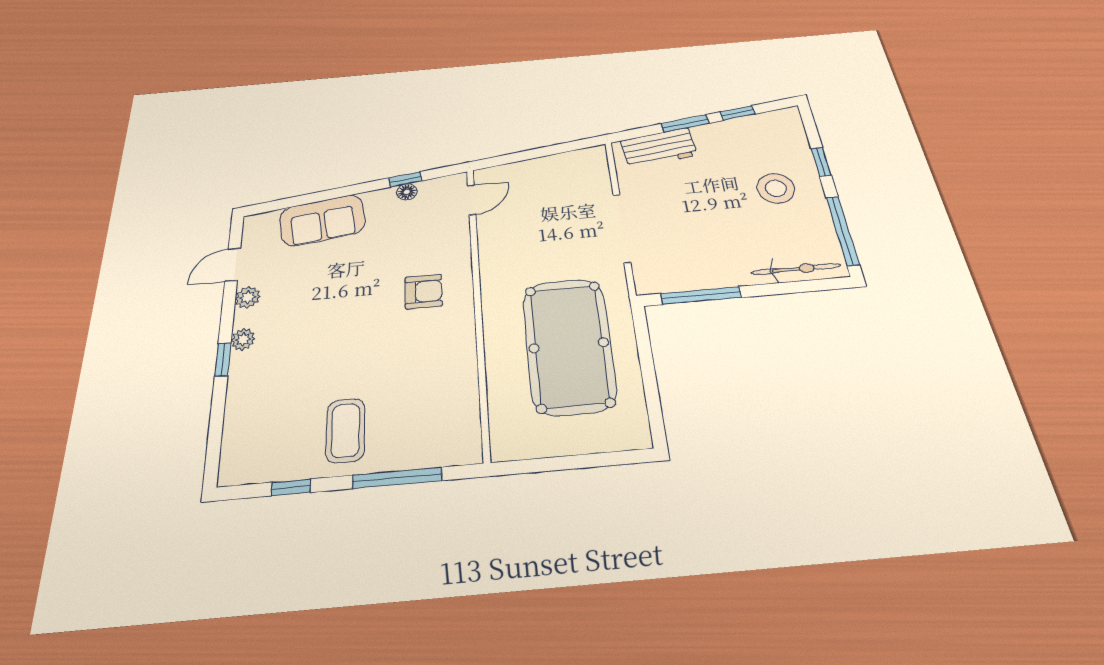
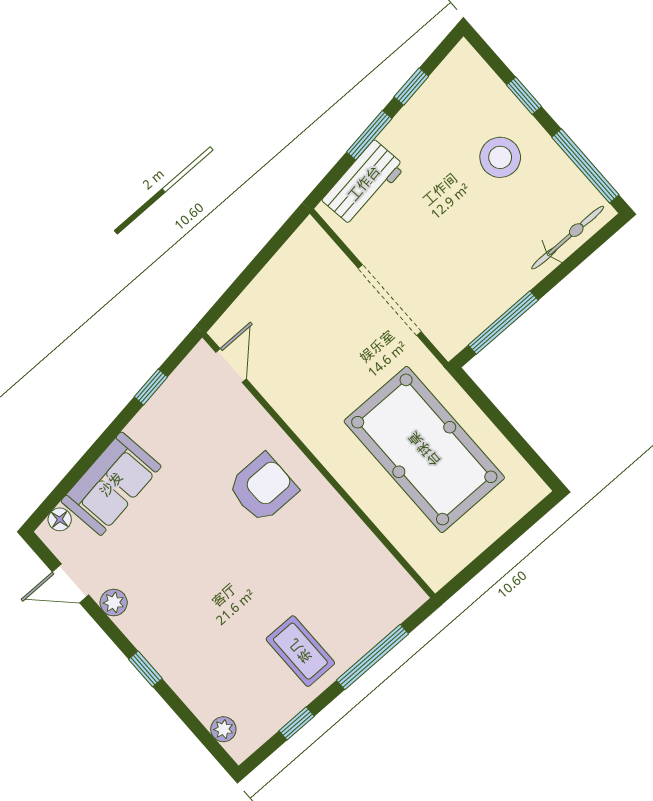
floor lamp: (407, 192) -> (60, 519), moved
door: (233, 265) -> (70, 583), hinge flipped
armchair: (423, 292) -> (263, 488), width x1.38, depth x1.38
plant: (243, 339) -> (223, 729), moved

